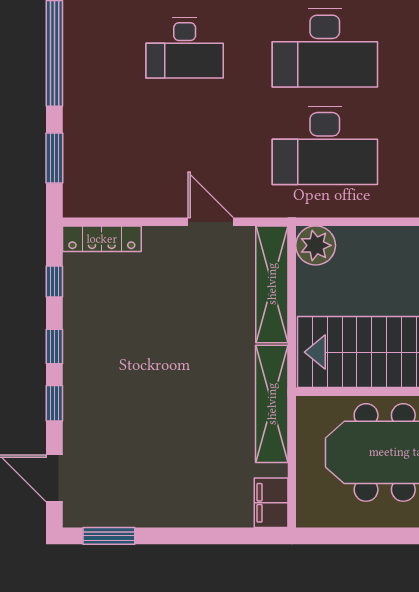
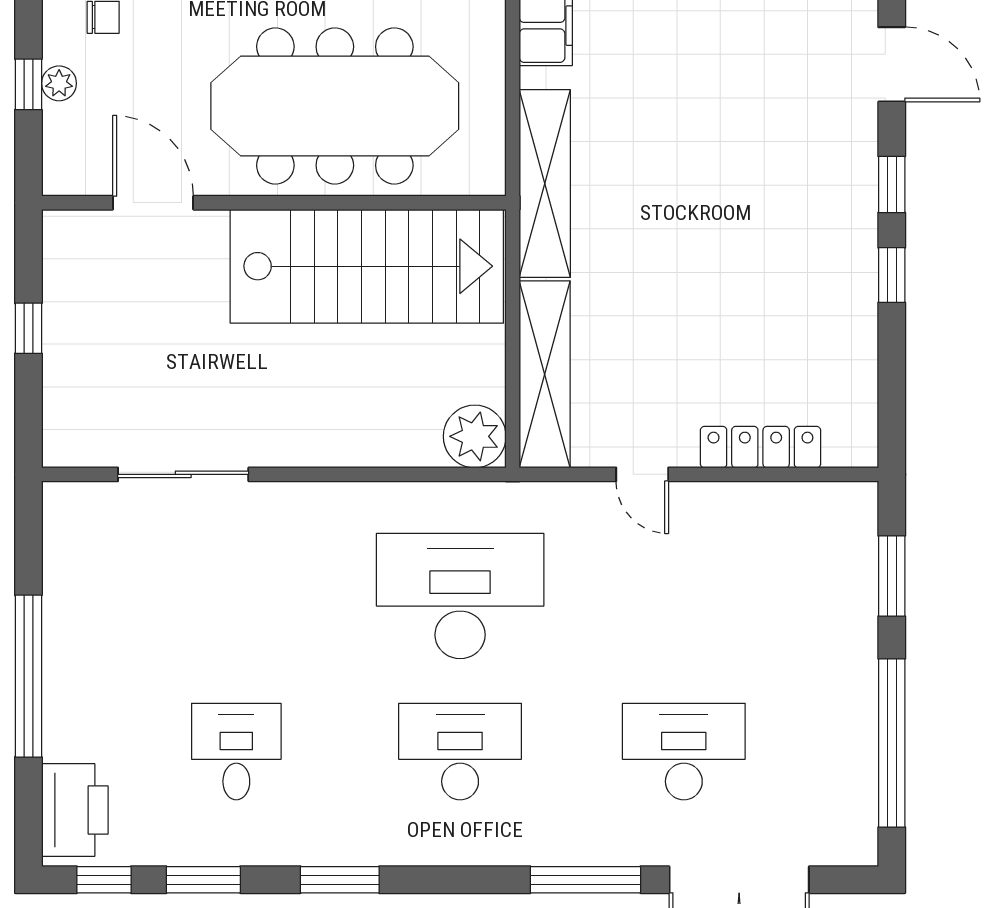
desk: (325, 48) -> (460, 752), width x0.73, depth x0.77
door: (211, 222) -> (642, 474), width x0.73
locker: (102, 239) -> (760, 447), moved
window: (54, 282) -> (892, 379), removed

